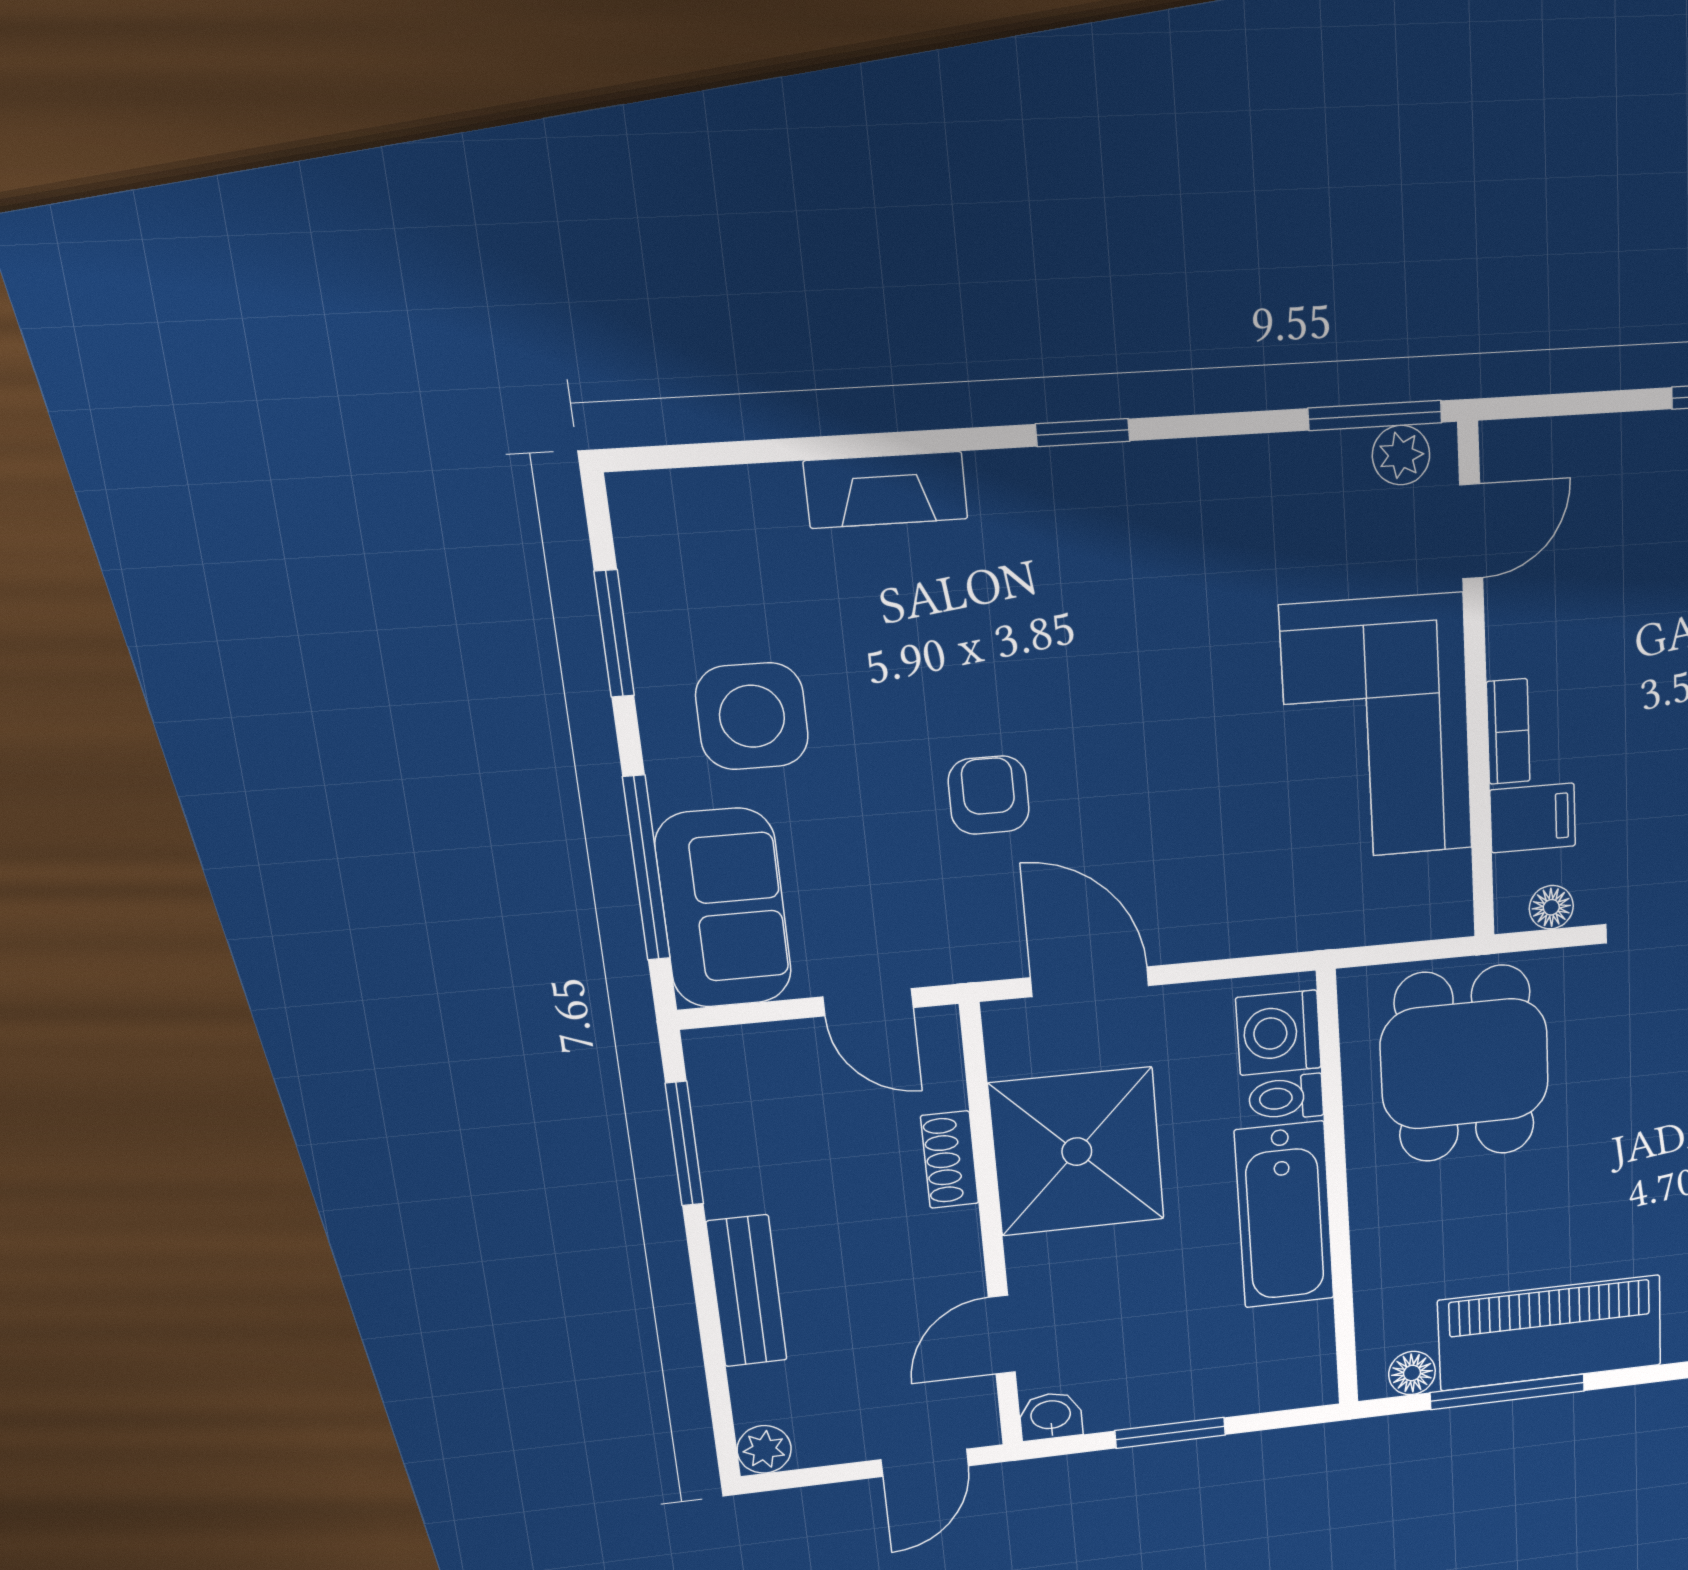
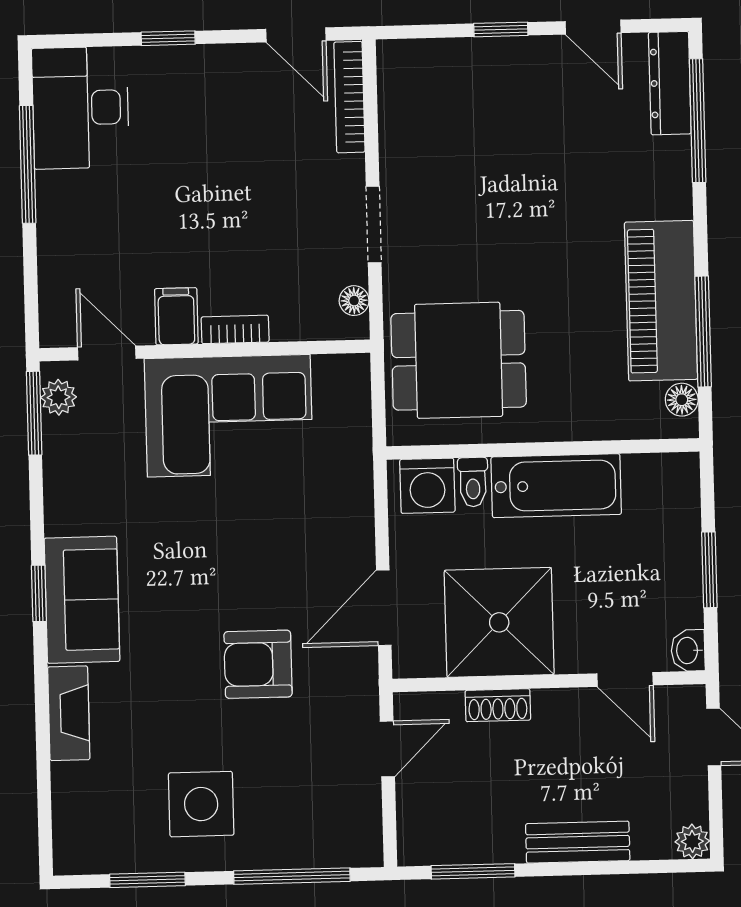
armchair: (989, 795) -> (258, 664), width x1.38, depth x1.38
filing cabinet: (1533, 818) -> (176, 316), moved
sofa: (724, 908) -> (82, 600), moved, turned 90

